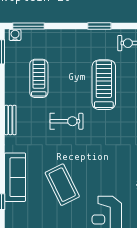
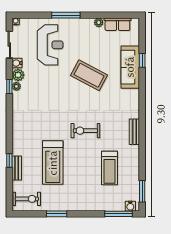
sofa: (15, 177) -> (130, 67), moved
coffee table: (62, 185) -> (89, 75), turned -36

